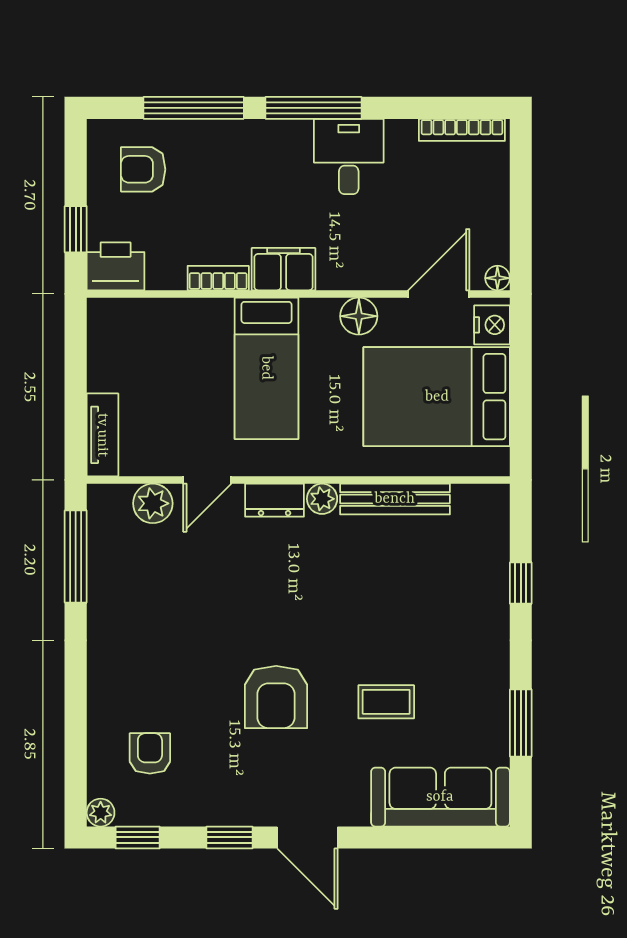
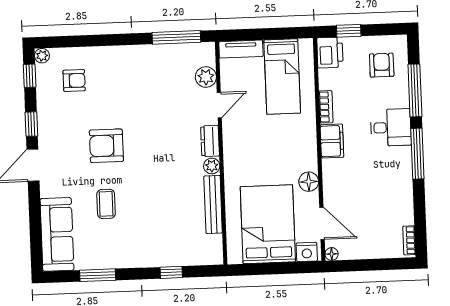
bookcase: (462, 130) -> (409, 240), width x0.64
desk: (349, 157) -> (391, 127), moved
bed: (266, 368) -> (282, 76), moved, turned -90
door: (207, 480) -> (219, 105), swing flipped

